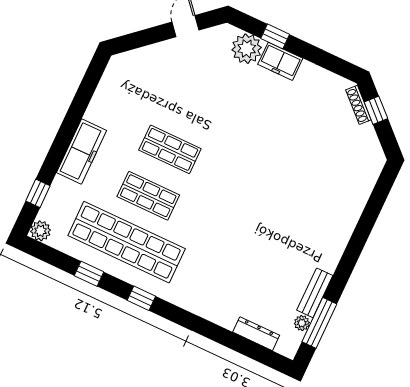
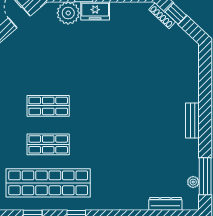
bench: (315, 293) -> (192, 121), moved

